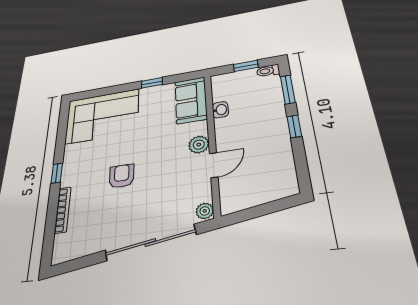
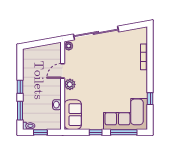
window: (107, 91) -> (124, 132), added
window: (57, 173) -> (150, 99), moved
armchair: (122, 176) -> (112, 72), removed

